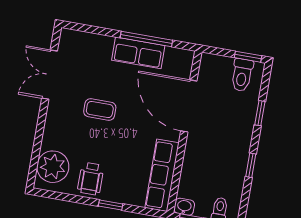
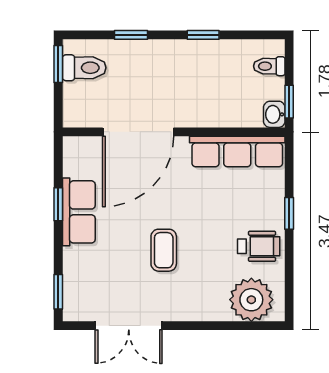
window: (83, 28) -> (58, 292), added
window: (146, 39) -> (58, 204), width x0.46

